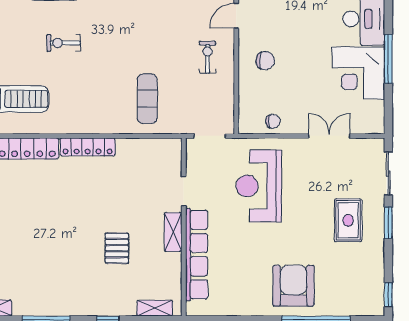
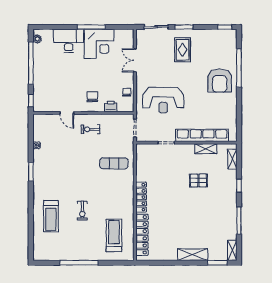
printer: (248, 93) -> (111, 106), added
rug: (348, 220) -> (183, 50), turned 90
shelving: (173, 232) -> (206, 149), moved
armchair: (294, 286) -> (220, 81), turned -90

